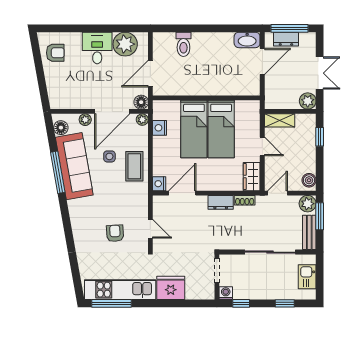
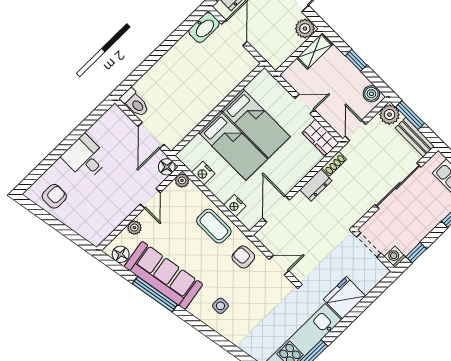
plant: (125, 44) -> (105, 131), removed
toilet: (183, 44) -> (135, 103), moved
door: (112, 111) -> (150, 198), width x0.53
shelving: (280, 120) -> (315, 51), moved
window: (320, 137) -> (356, 60), moved
side table: (109, 156) -> (220, 306), moved
nightstand: (159, 184) -> (235, 206), moved
armchair: (115, 233) -> (243, 257), moved

